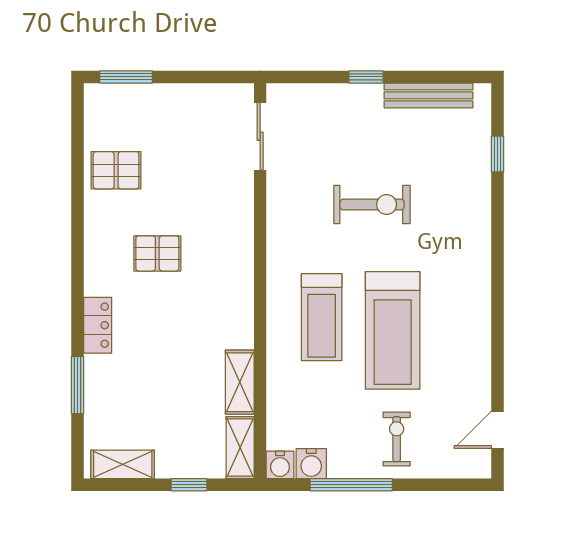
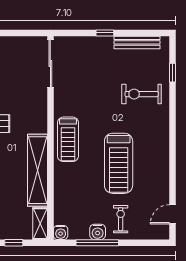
sliding door: (260, 136) -> (50, 63), width x1.37
exercise bike: (372, 205) -> (142, 94), moved, turned 180
treadmill: (322, 317) -> (68, 139), moved
shelving: (240, 382) -> (37, 170), width x2.20, depth x1.33
water cooler: (311, 464) -> (98, 232), moved

